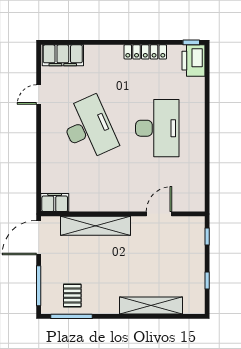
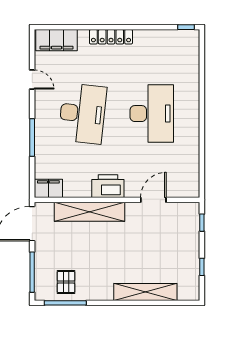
locker: (145, 52) -> (111, 37), moved
printer: (194, 61) -> (108, 186), moved, turned 90
door: (39, 95) -> (32, 80), swing flipped
desk: (89, 128) -> (82, 114), turned 30
window: (39, 152) -> (32, 137), added

